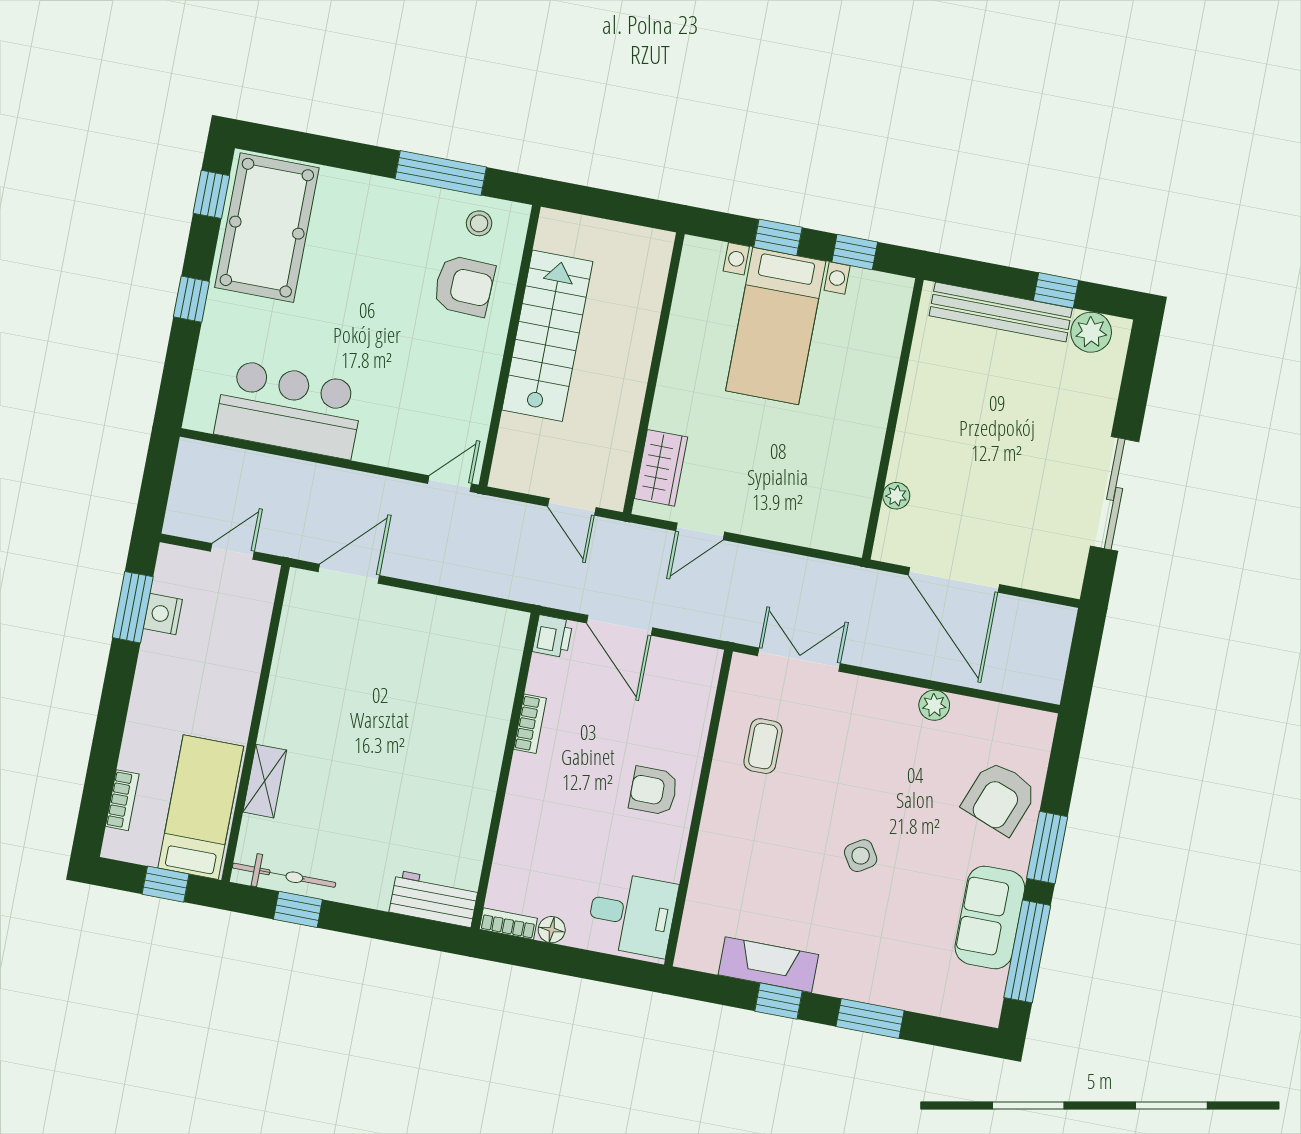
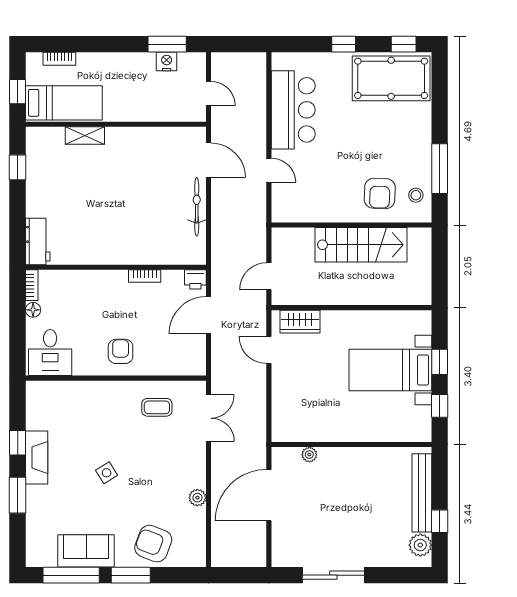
door: (450, 484) -> (269, 170), moved
bicycle: (284, 875) -> (197, 207), moved, turned 180
fireplace: (768, 965) -> (37, 458), moved

